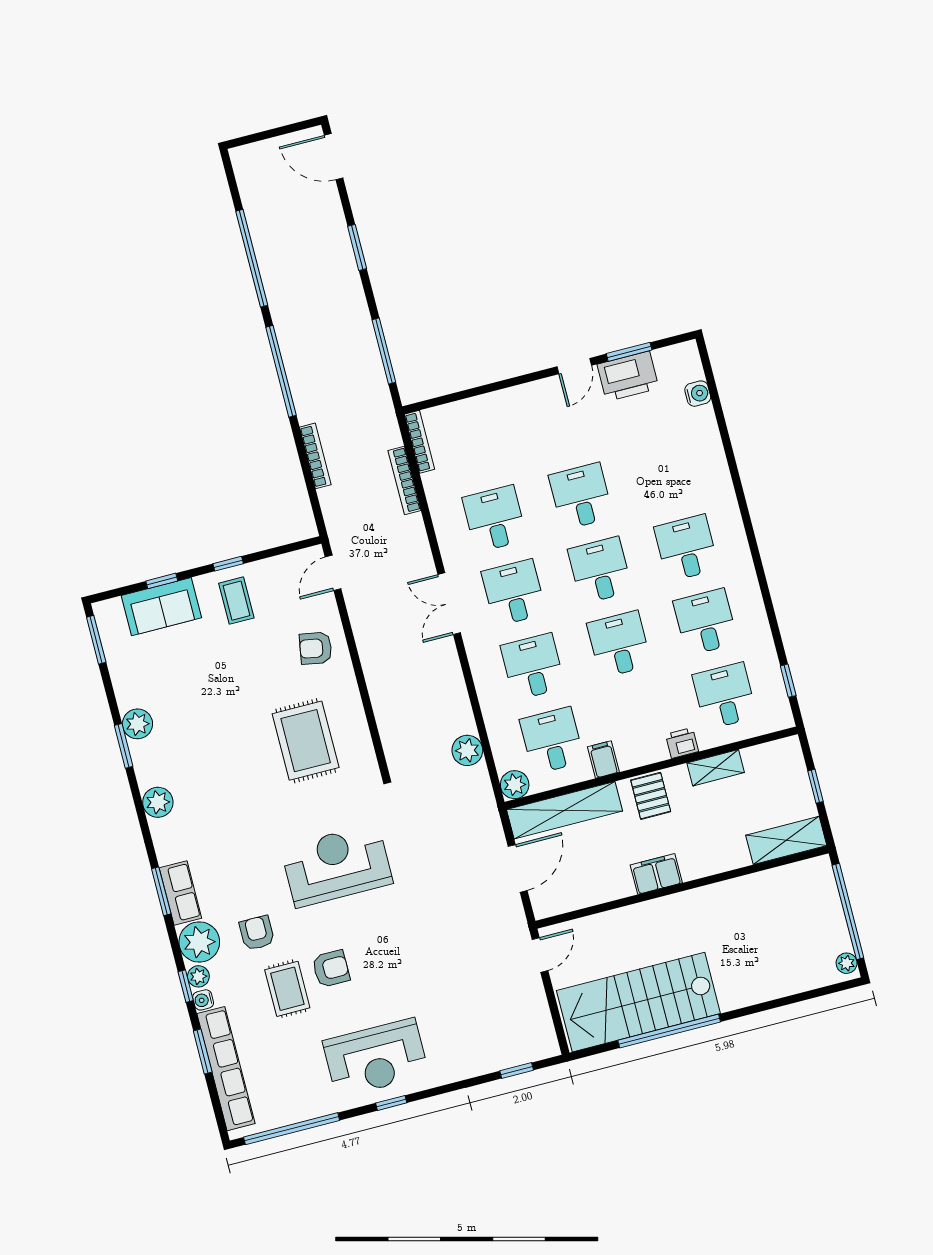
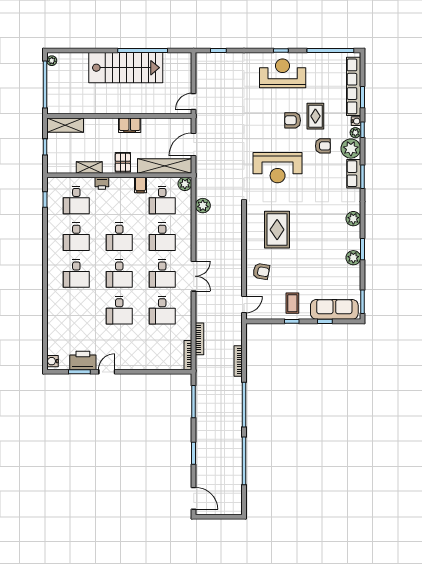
water cooler: (698, 394) -> (52, 361), moved
sofa: (161, 607) -> (334, 309), width x1.36
armchair: (257, 933) -> (323, 146), turned -90
stairs: (638, 1002) -> (126, 68), moved

